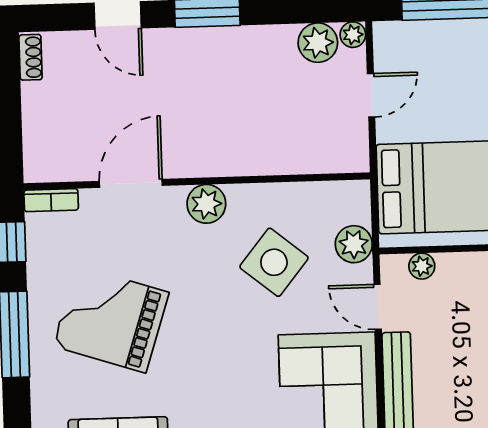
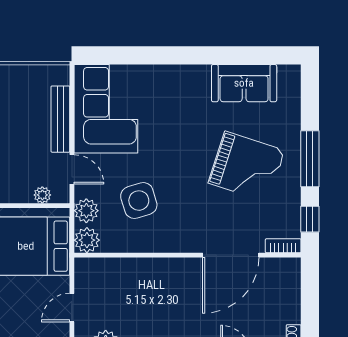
door: (131, 183) -> (231, 255), width x1.36
plant: (206, 204) -> (87, 240), moved
side table: (274, 262) -> (139, 201), turned 34

